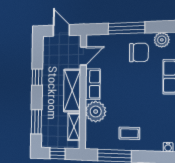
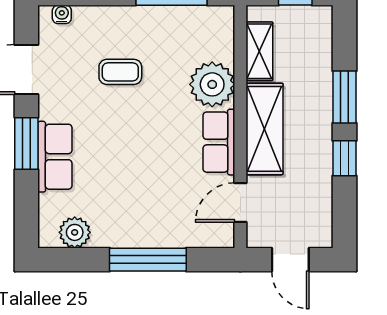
chair: (139, 52) -> (122, 208), removed
window: (36, 122) -> (345, 97), moved
coffee table: (129, 133) -> (120, 72), moved

